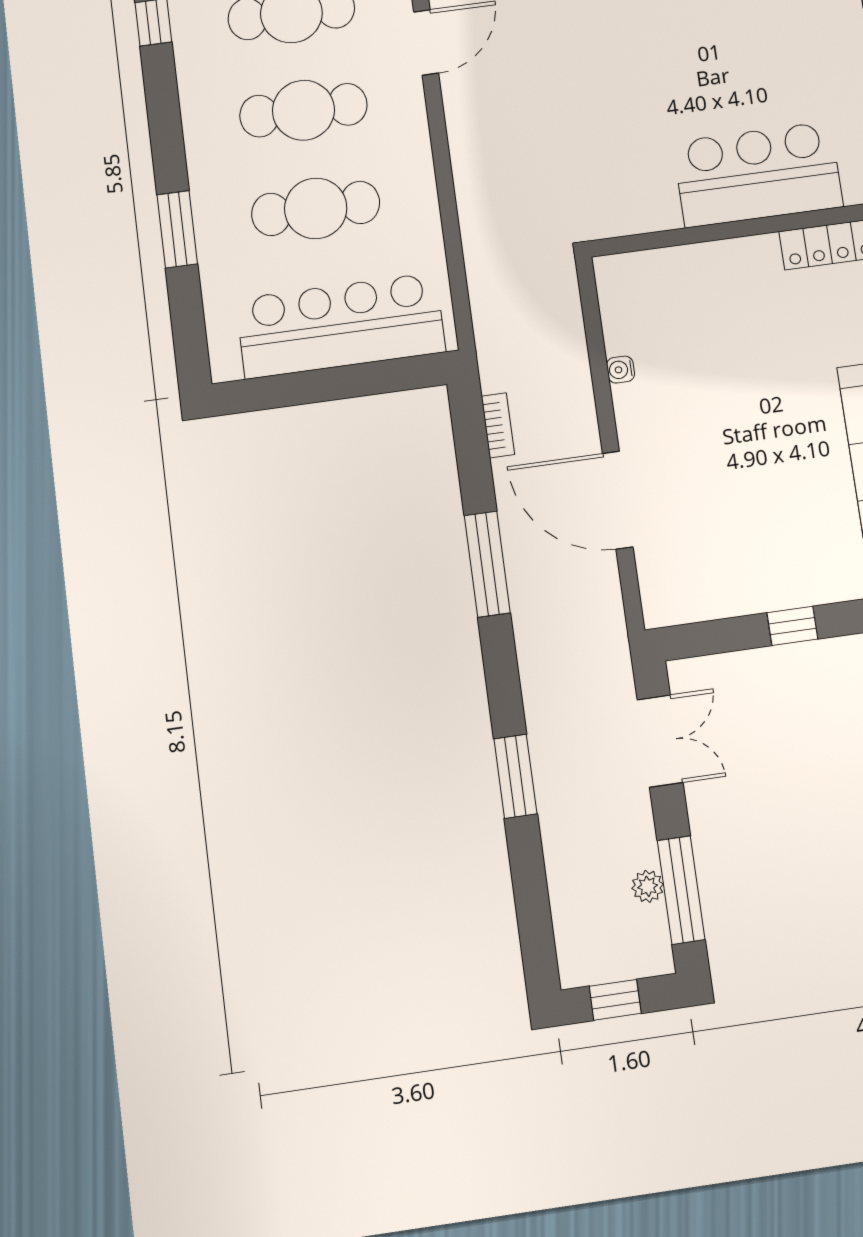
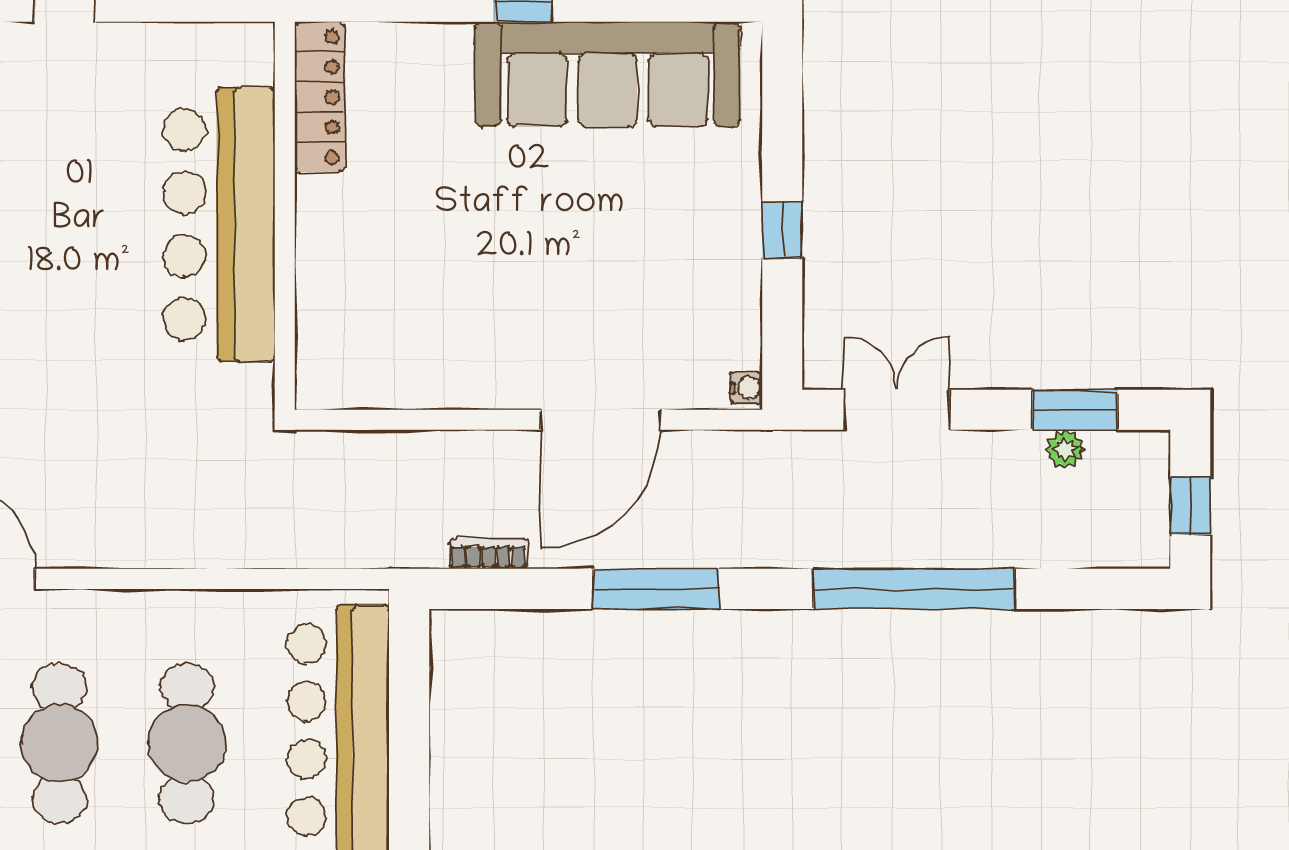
bar counter: (758, 174) -> (219, 224), width x1.36
water cooler: (621, 370) -> (746, 388), moved, turned -90
window: (515, 776) -> (914, 589), width x2.11
window: (681, 890) -> (1075, 410), width x0.69

